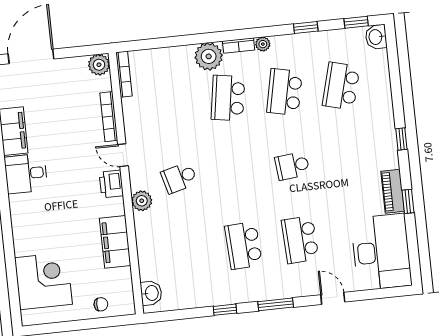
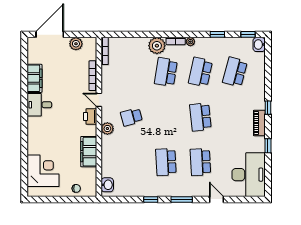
plant: (99, 65) -> (76, 44), moved
school desk: (292, 166) -> (200, 117), width x1.85
piano: (393, 191) -> (259, 123), moved

